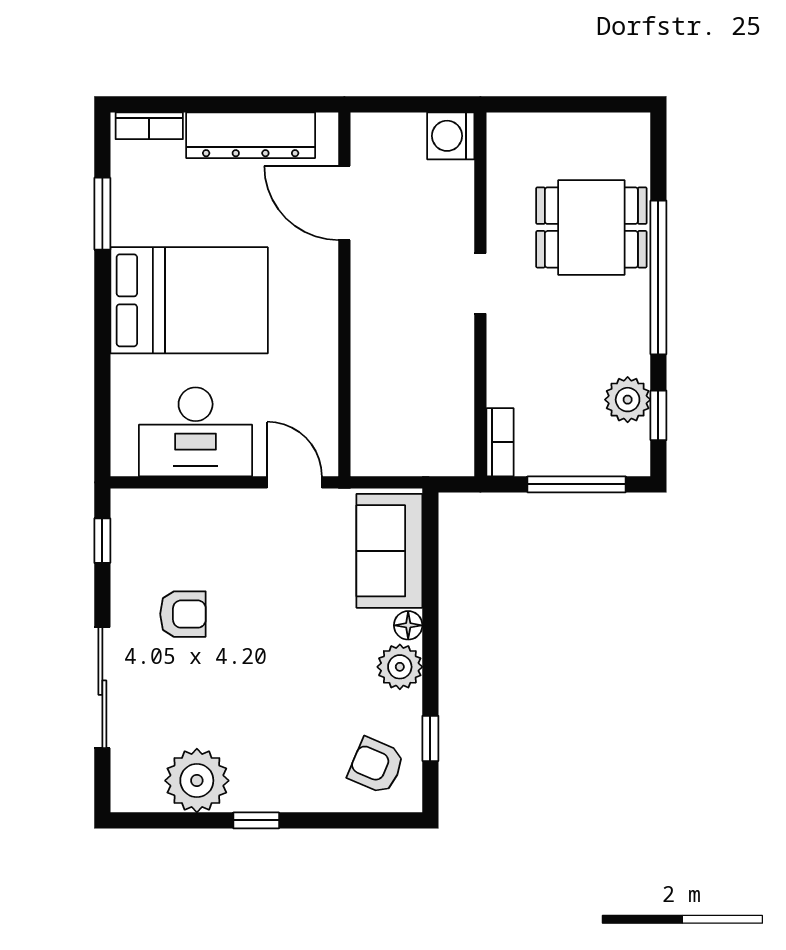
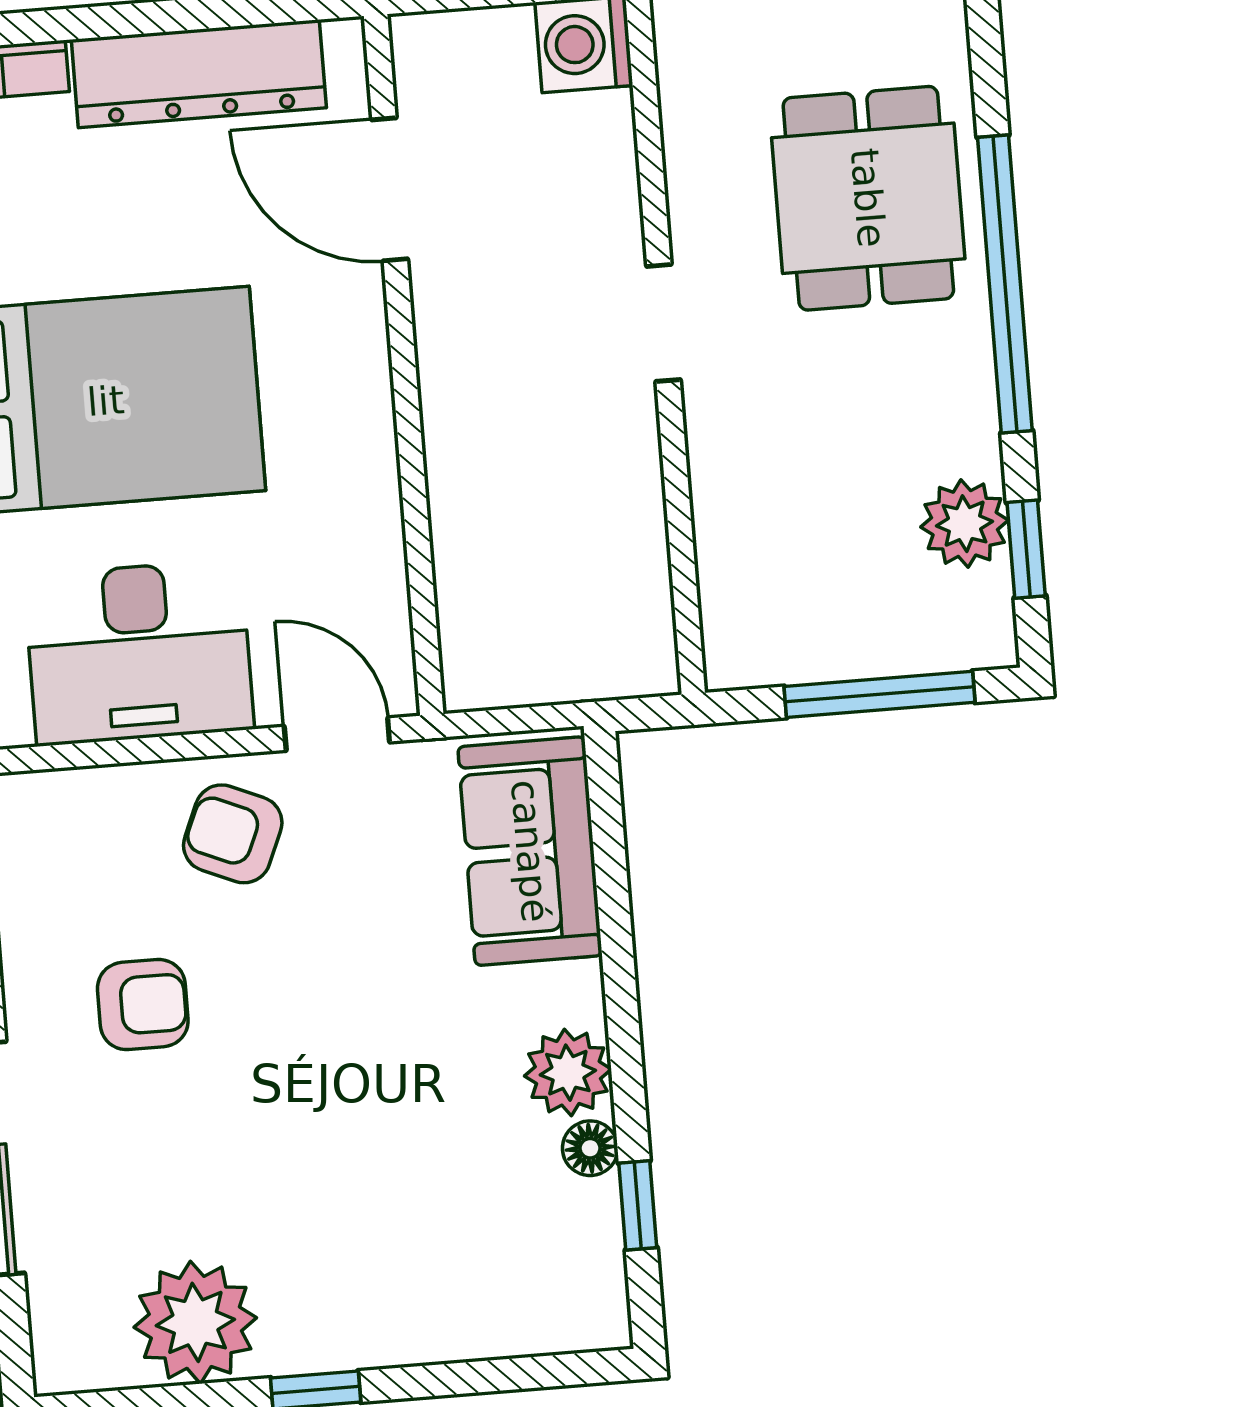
dining table: (591, 227) -> (868, 198), turned 90
bookcase: (500, 442) -> (726, 625), removed
floor lamp: (408, 625) -> (590, 1148), moved
armchair: (376, 766) -> (233, 834), moved

